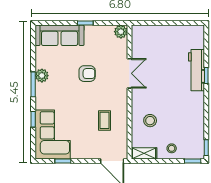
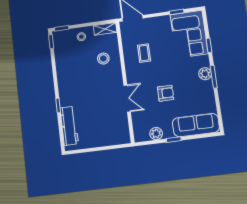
plant: (121, 32) -> (156, 134), moved
workbench: (197, 70) -> (69, 126), moved
double door: (129, 73) -> (127, 98), swing flipped
armchair: (87, 74) -> (166, 93), turned 180
plant: (42, 76) -> (205, 74), moved

